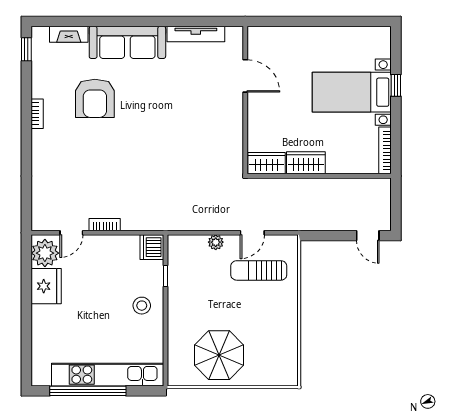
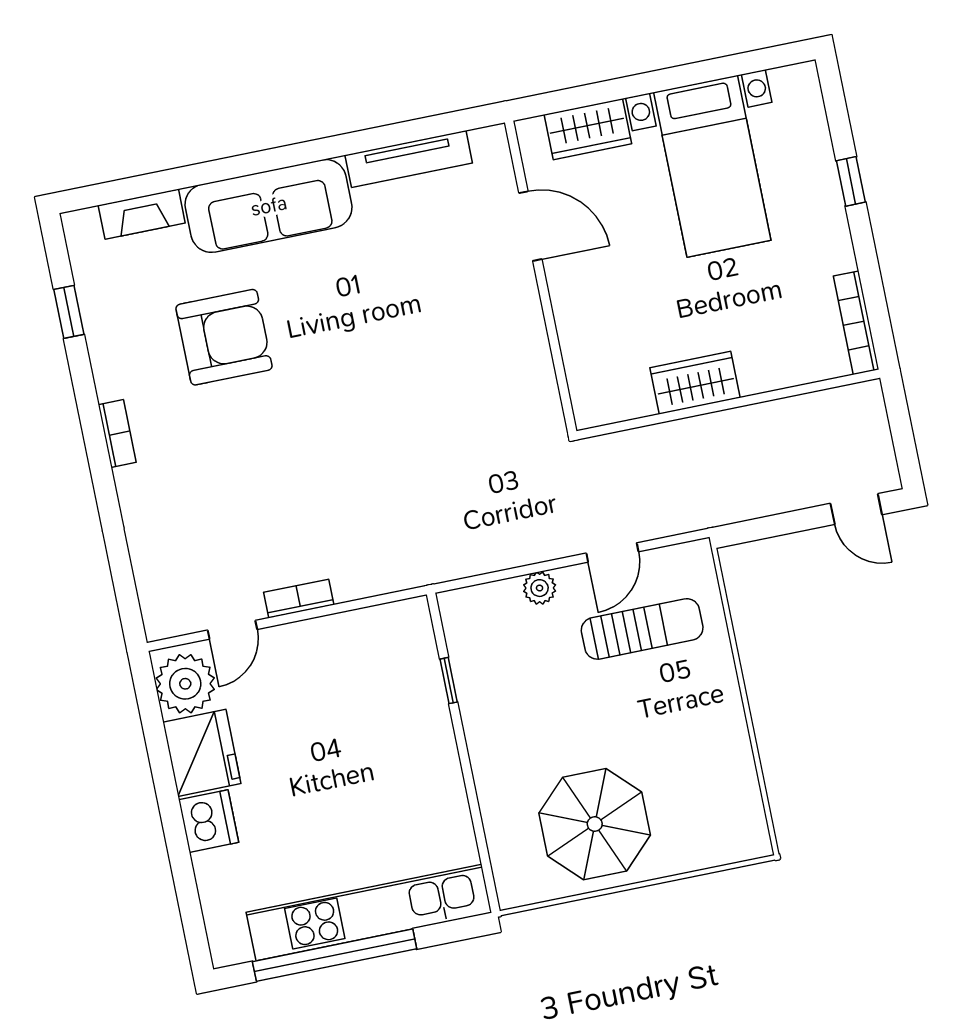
window: (26, 49) -> (69, 312), moved
bed with nightstands: (352, 92) -> (712, 166), moved, turned -90
armchair: (95, 98) -> (224, 337), turned -90
bookcase: (37, 114) -> (117, 433), moved
wardrobe: (266, 163) -> (588, 129), moved, turned 180
dishwasher: (152, 247) -> (209, 821), moved, turned 180
sun lounger: (259, 270) -> (642, 629), turned 180
stool: (142, 306) -> (411, 753), removed

